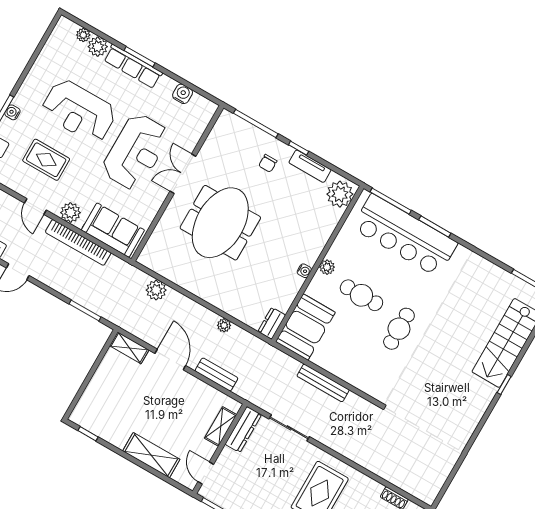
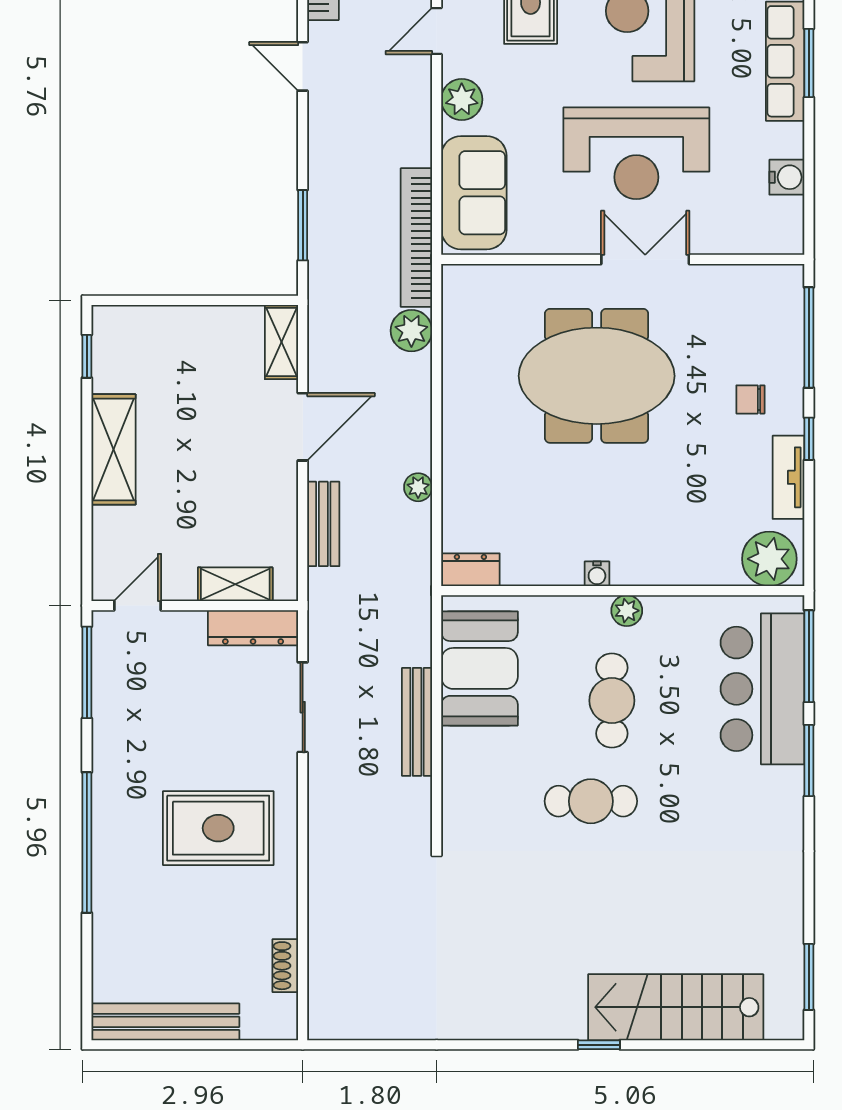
bar counter: (405, 235) -> (762, 689), width x0.73
bookcase: (78, 242) -> (416, 238), moved
booth: (305, 327) -> (479, 668), moved, turned 90
shelving: (151, 455) -> (113, 449), moved

